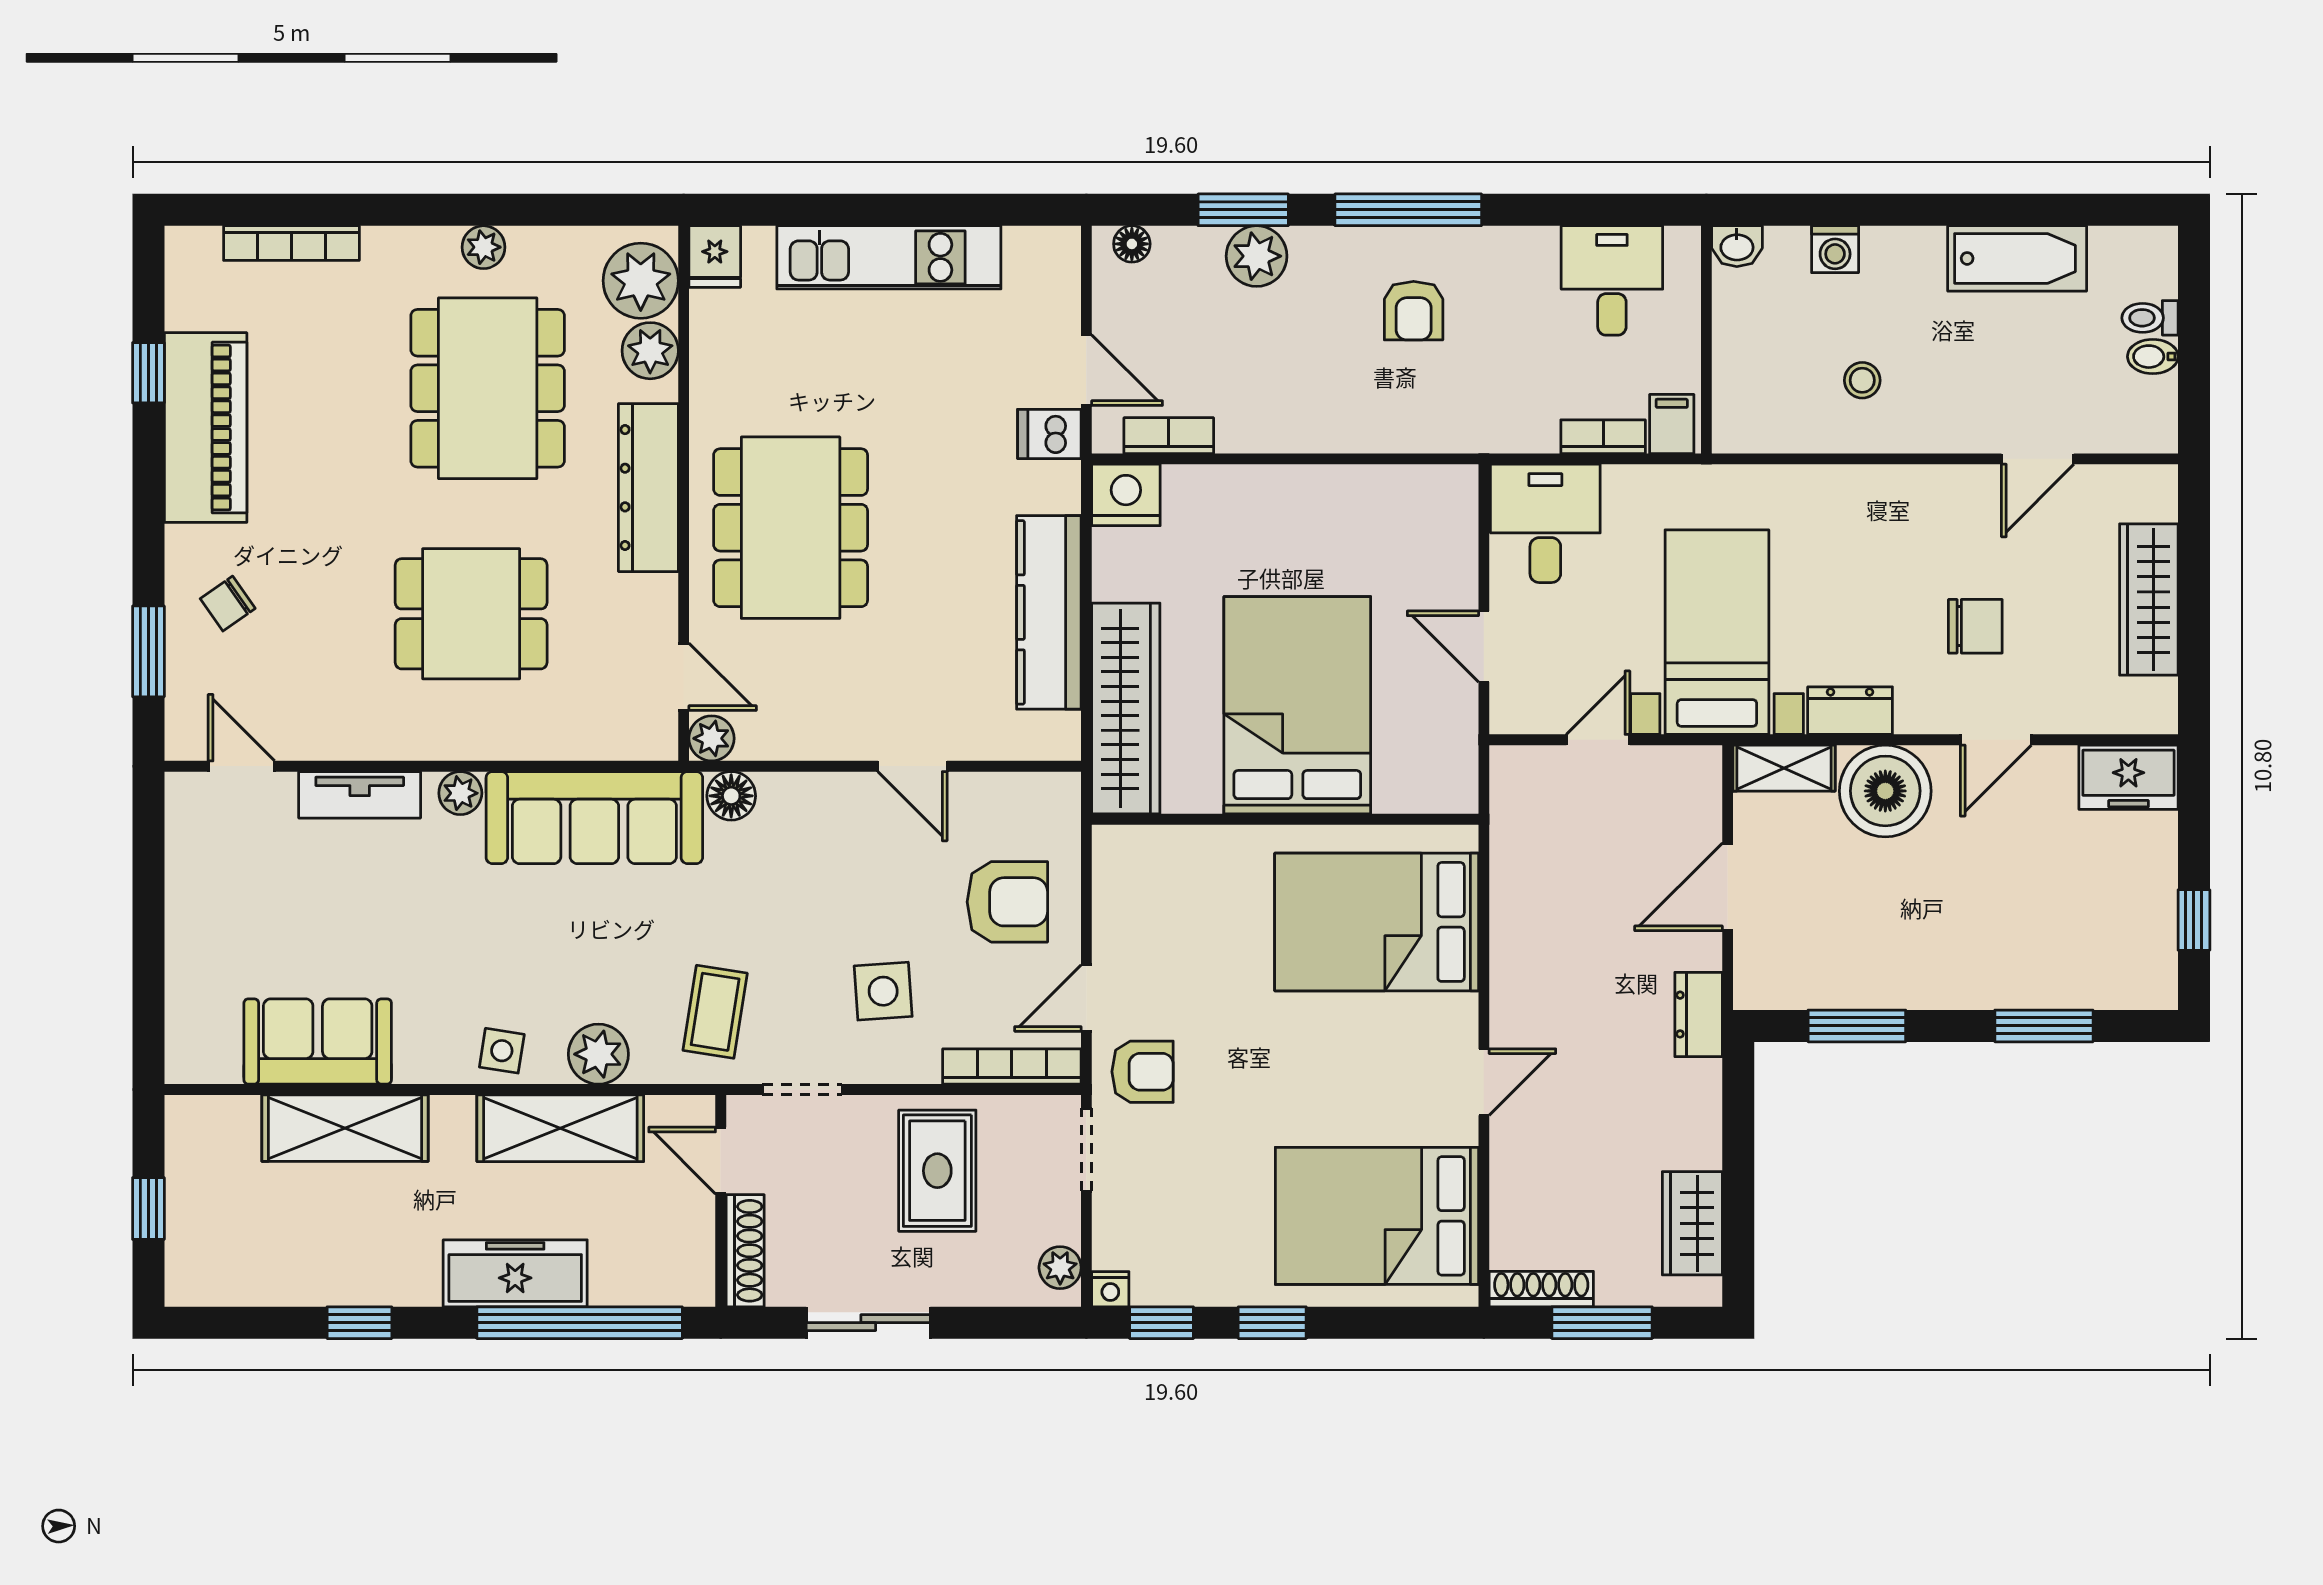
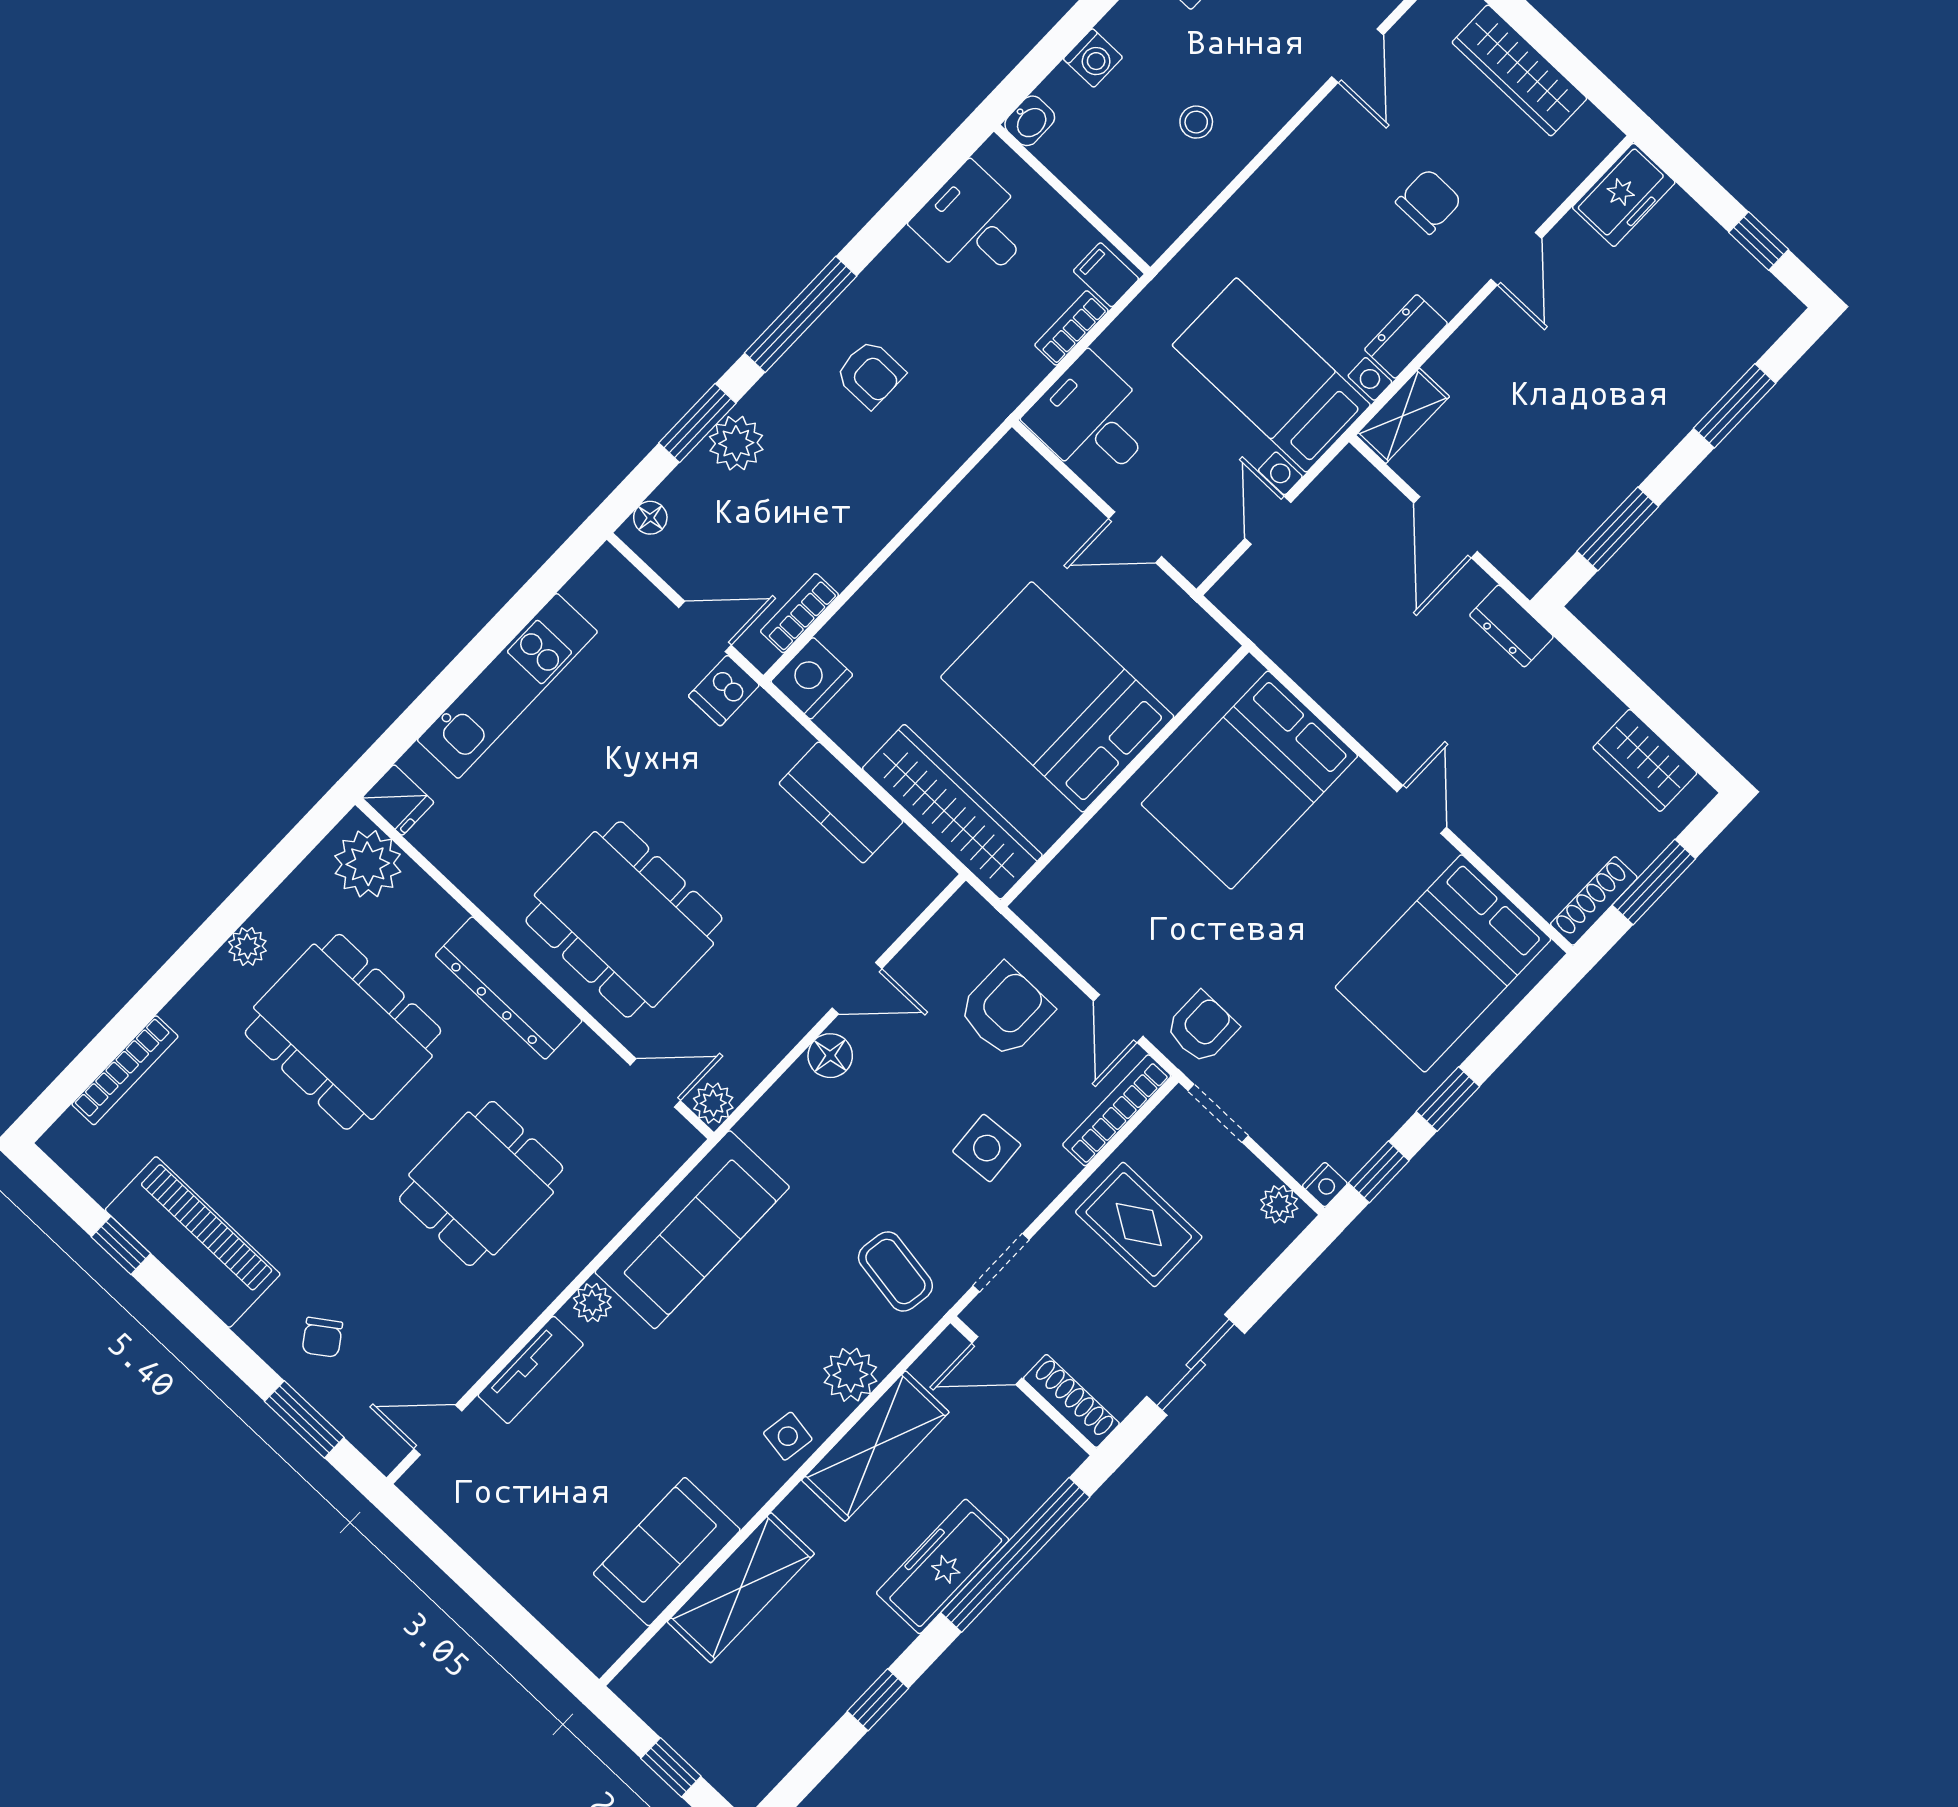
plant: (650, 351) -> (420, 901), removed
kitchen counter: (1049, 612) -> (841, 802), width x0.67
boiler: (1885, 791) -> (1481, 363), removed
floor lamp: (731, 796) -> (830, 1056), moved

